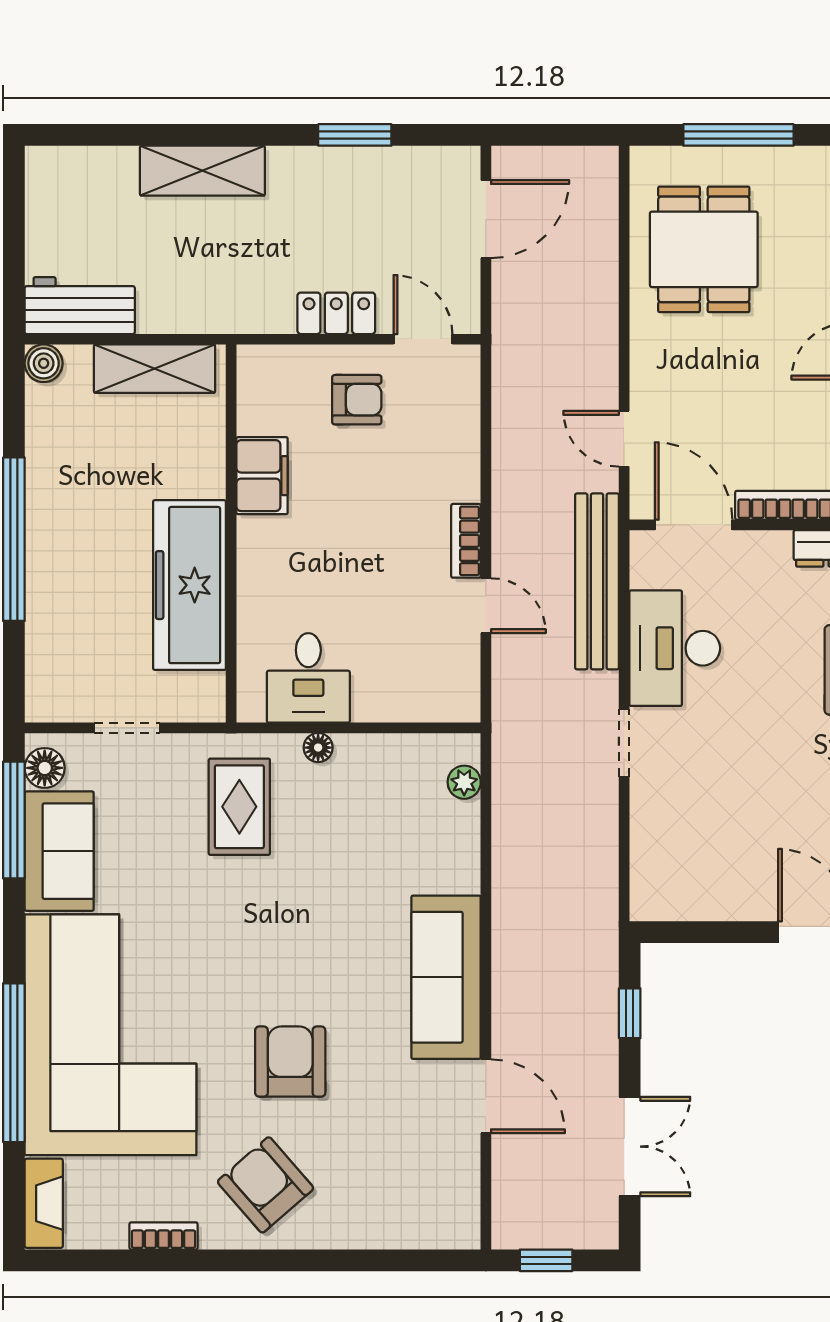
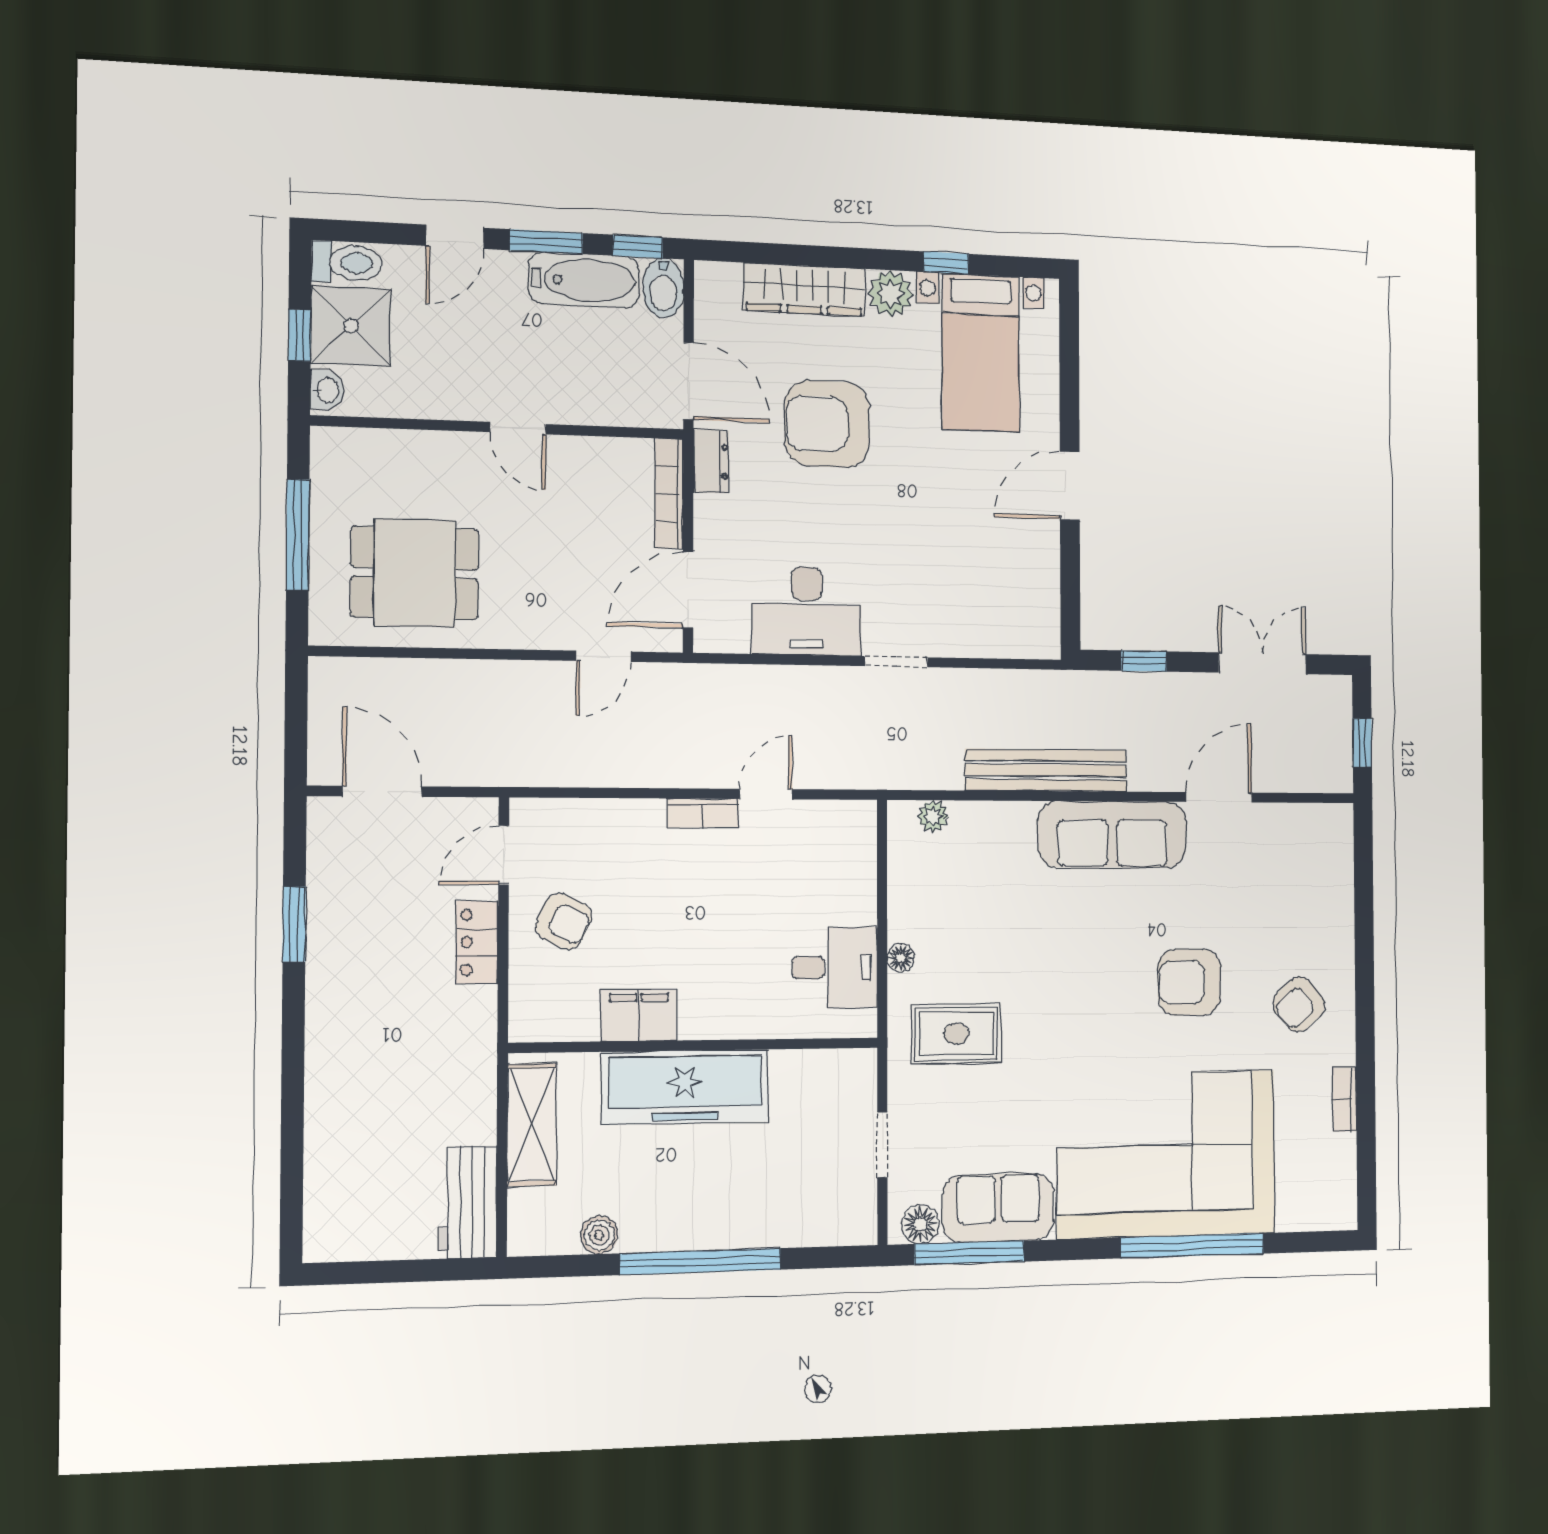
shelving: (202, 171) -> (330, 1080), removed
boiler: (44, 363) -> (599, 1235), moved
armchair: (357, 400) -> (564, 921), turned 116
bench: (597, 581) -> (1046, 770), moved
freezer: (189, 585) -> (685, 1087), moved
armchair: (266, 1185) -> (1299, 1004), width x0.72, depth x0.72
fireplace: (44, 1203) -> (1317, 1213), removed

